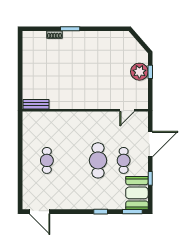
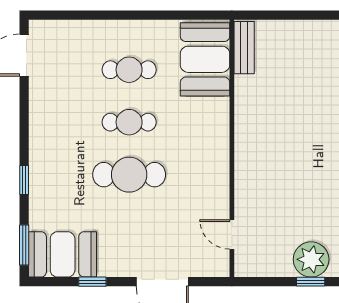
booth: (42, 123) -> (205, 59), added
cafe table: (124, 160) -> (129, 122), moved

